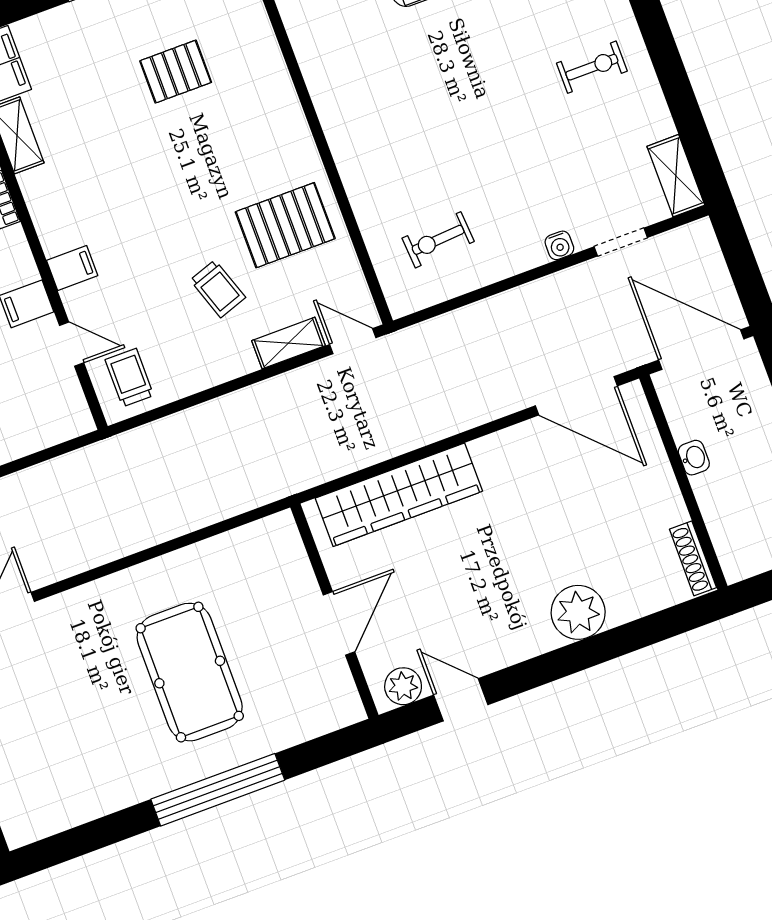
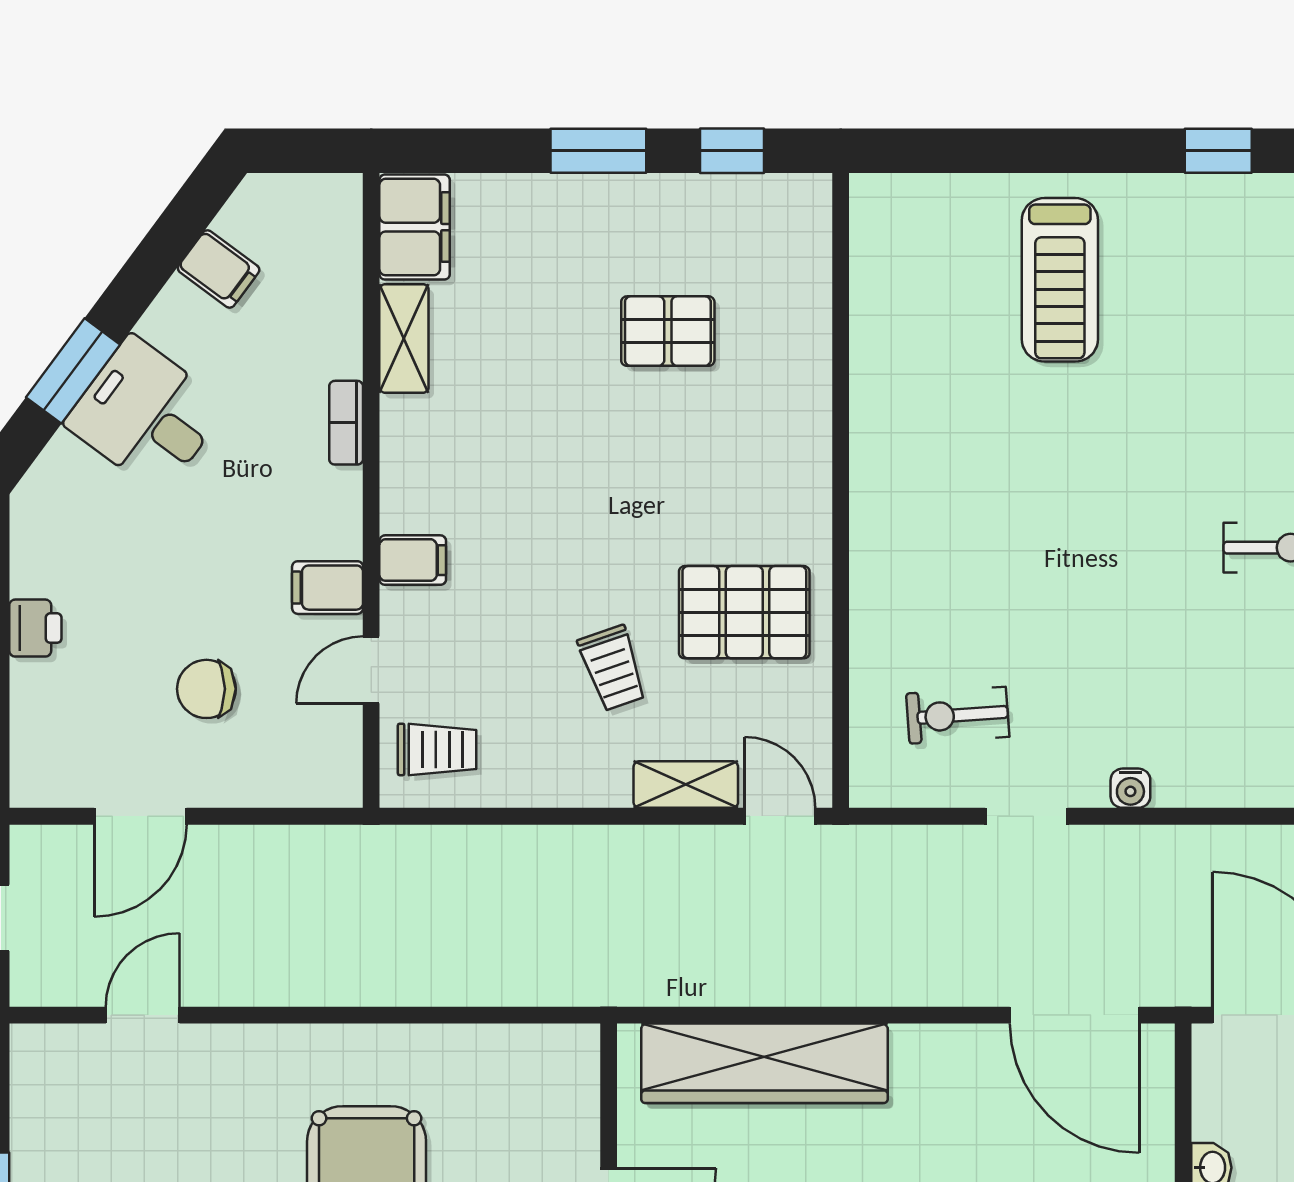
doorway: (621, 242) -> (1026, 816), moved
door: (72, 344) -> (371, 670), swing flipped
trolley: (129, 378) -> (437, 749), turned 90

